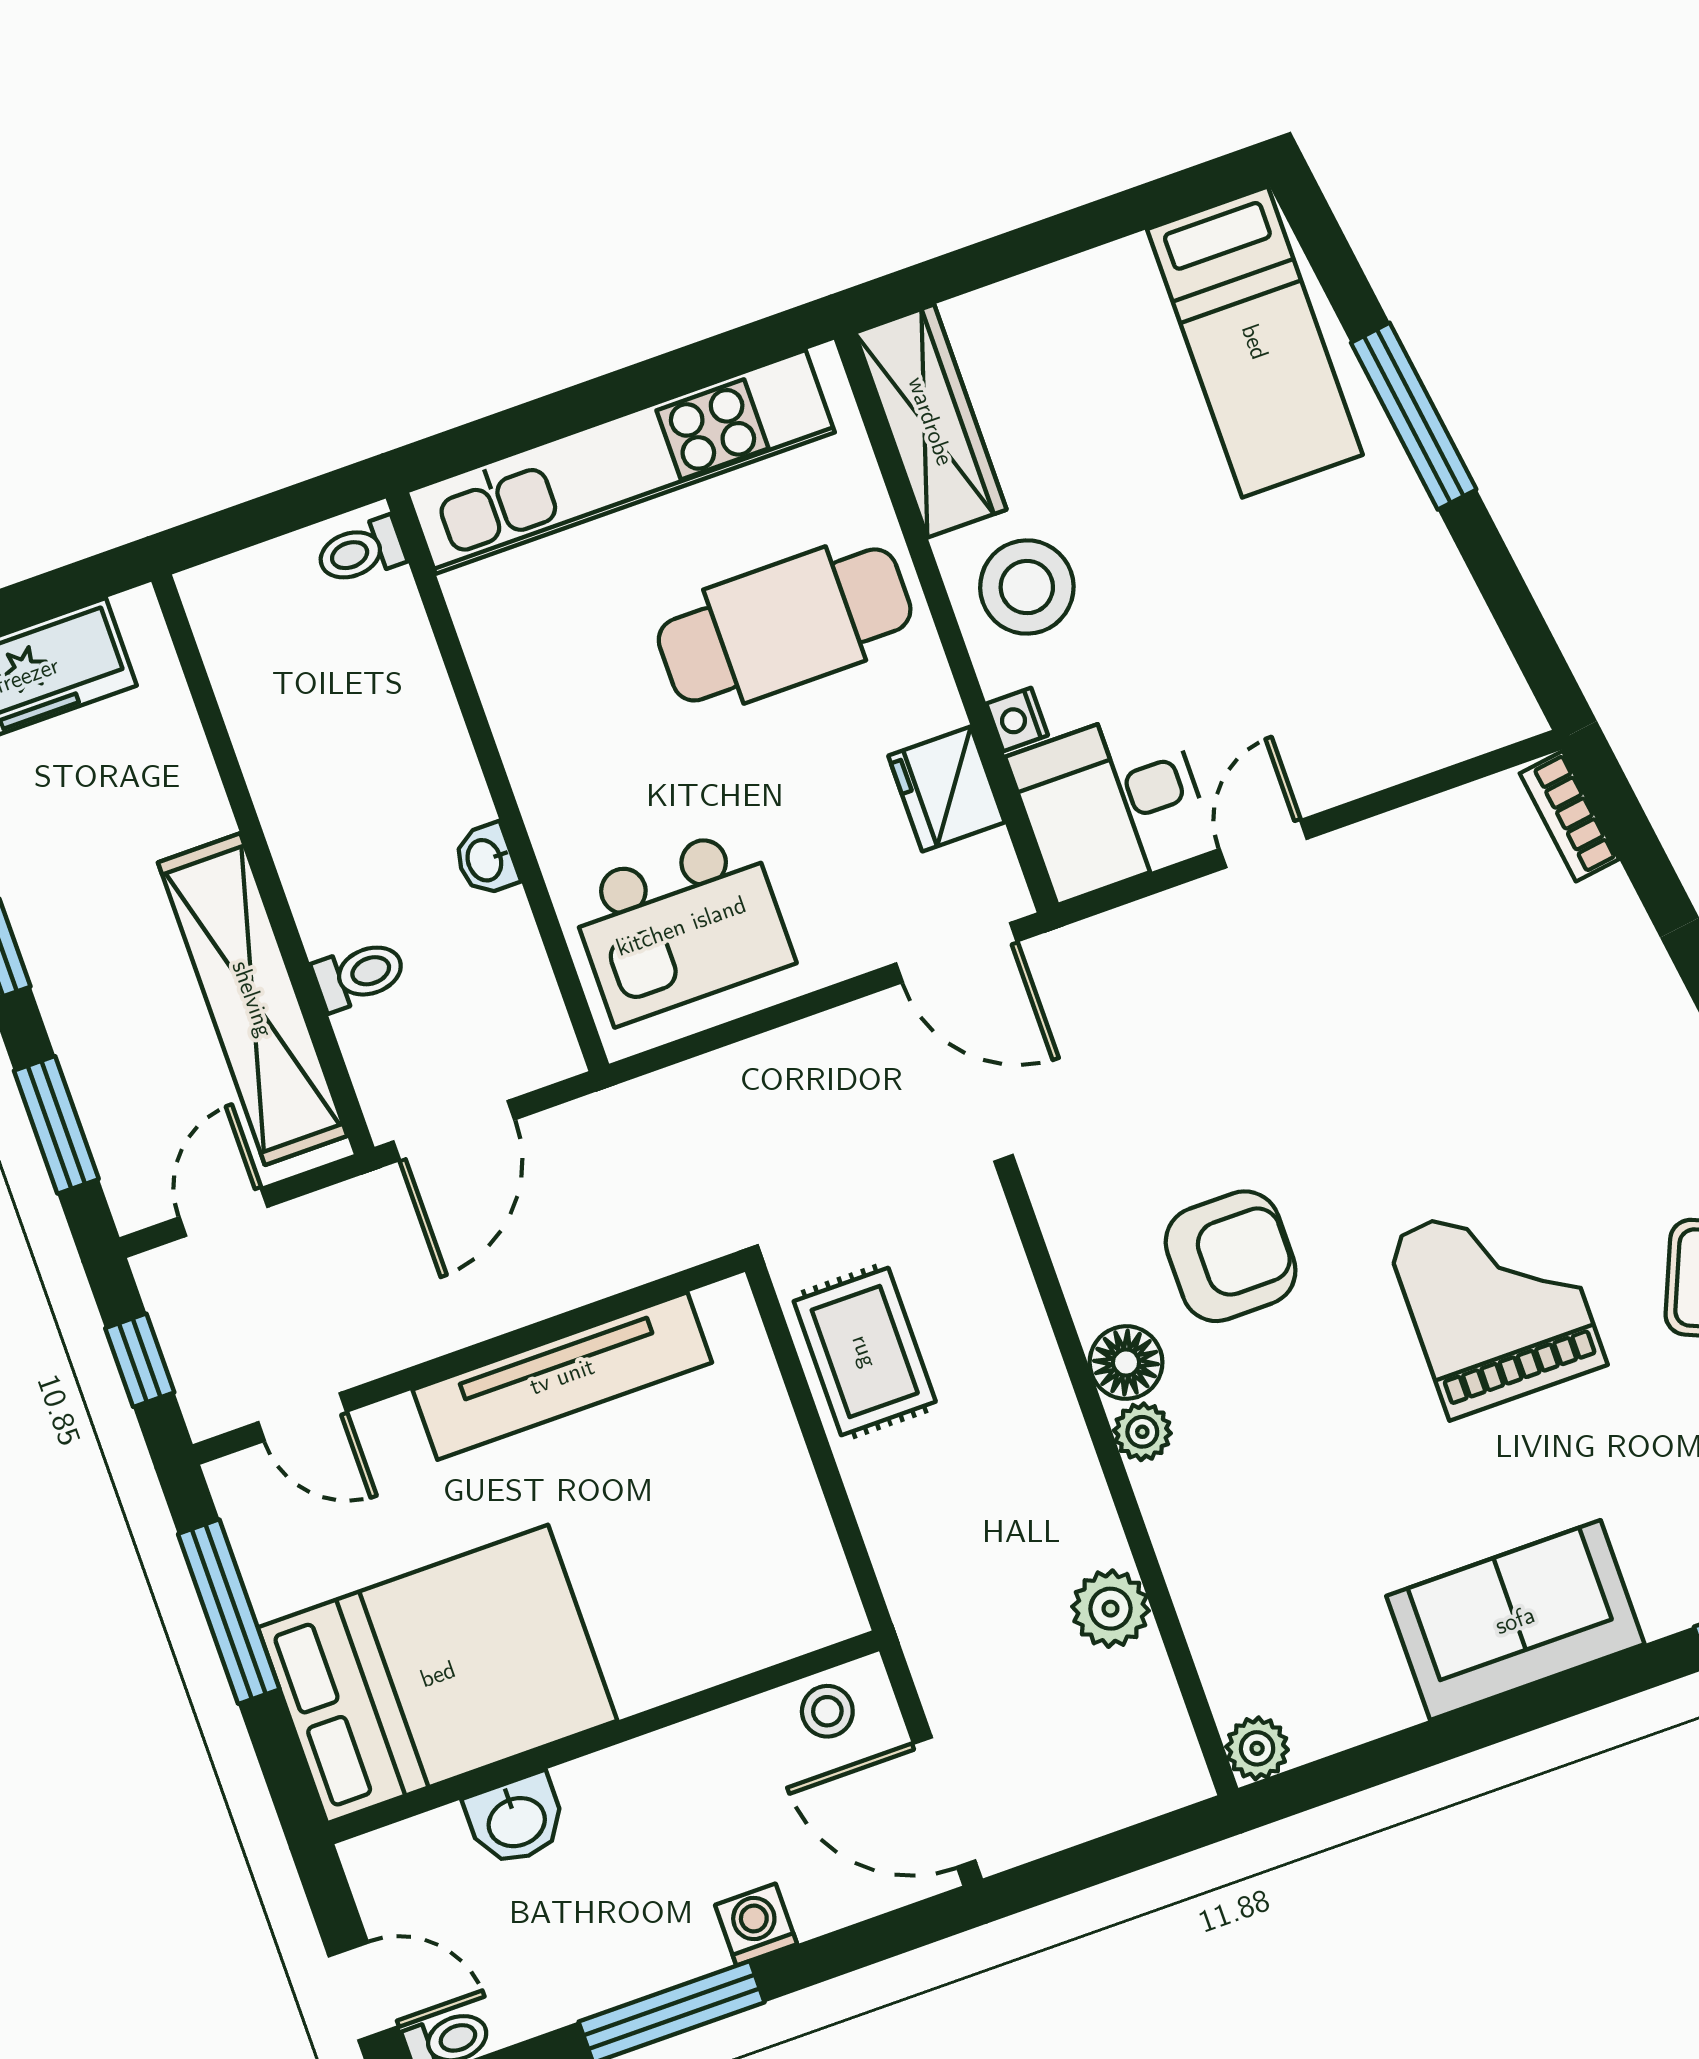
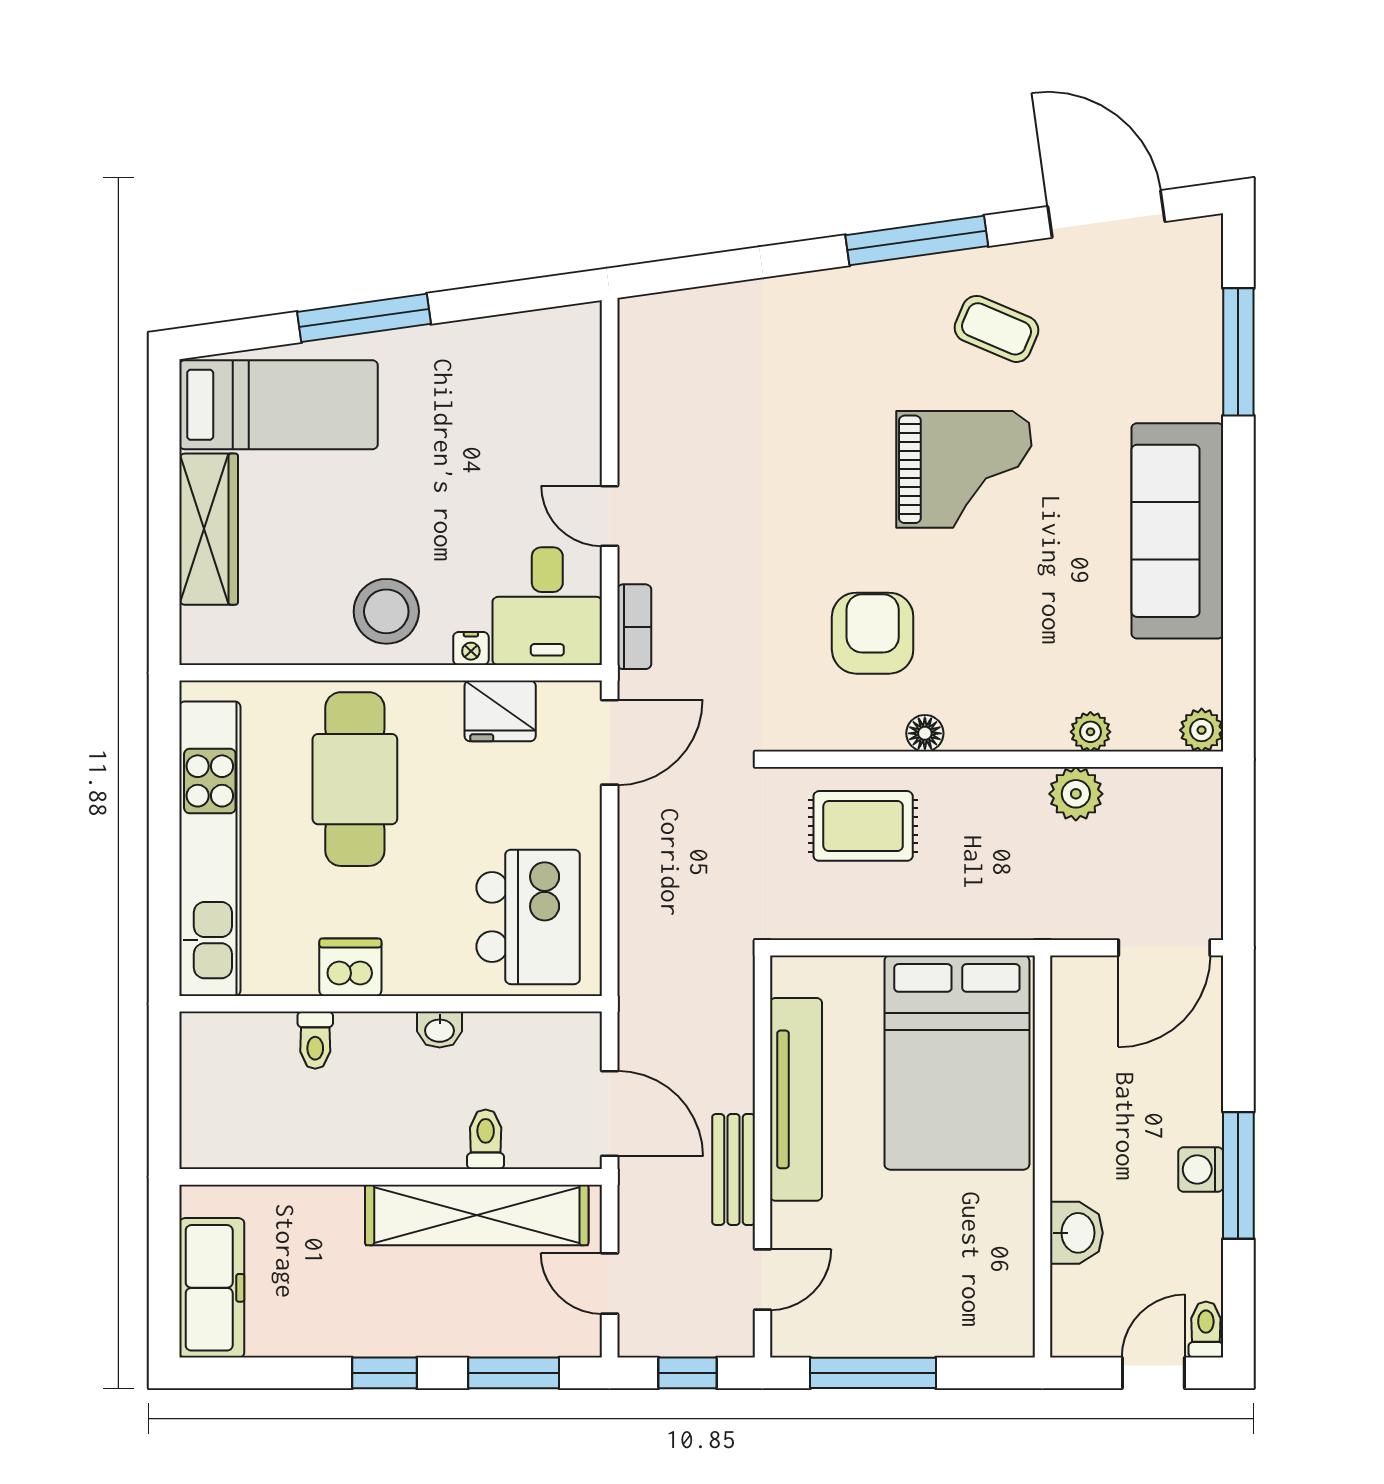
wardrobe: (931, 421) -> (209, 529), moved, turned 90
toilet: (360, 551) -> (315, 1040), moved
dishwasher: (528, 709) -> (350, 967), added
bookcase: (1569, 816) -> (634, 627), moved, turned -82
grand piano: (1496, 1301) -> (964, 469), turned 180
bench: (437, 1325) -> (734, 1170), added
rug: (865, 1351) -> (863, 826), moved
floor lamp: (1126, 1363) -> (925, 733), width x0.73, depth x0.73
plant: (1142, 1432) -> (1090, 732), moved
sofa: (1515, 1620) -> (1177, 531), width x1.36
bed: (438, 1674) -> (957, 1063), moved, turned 180
stool: (827, 1711) -> (1077, 1003), removed
washing machine: (756, 1925) -> (1201, 1169), moved

